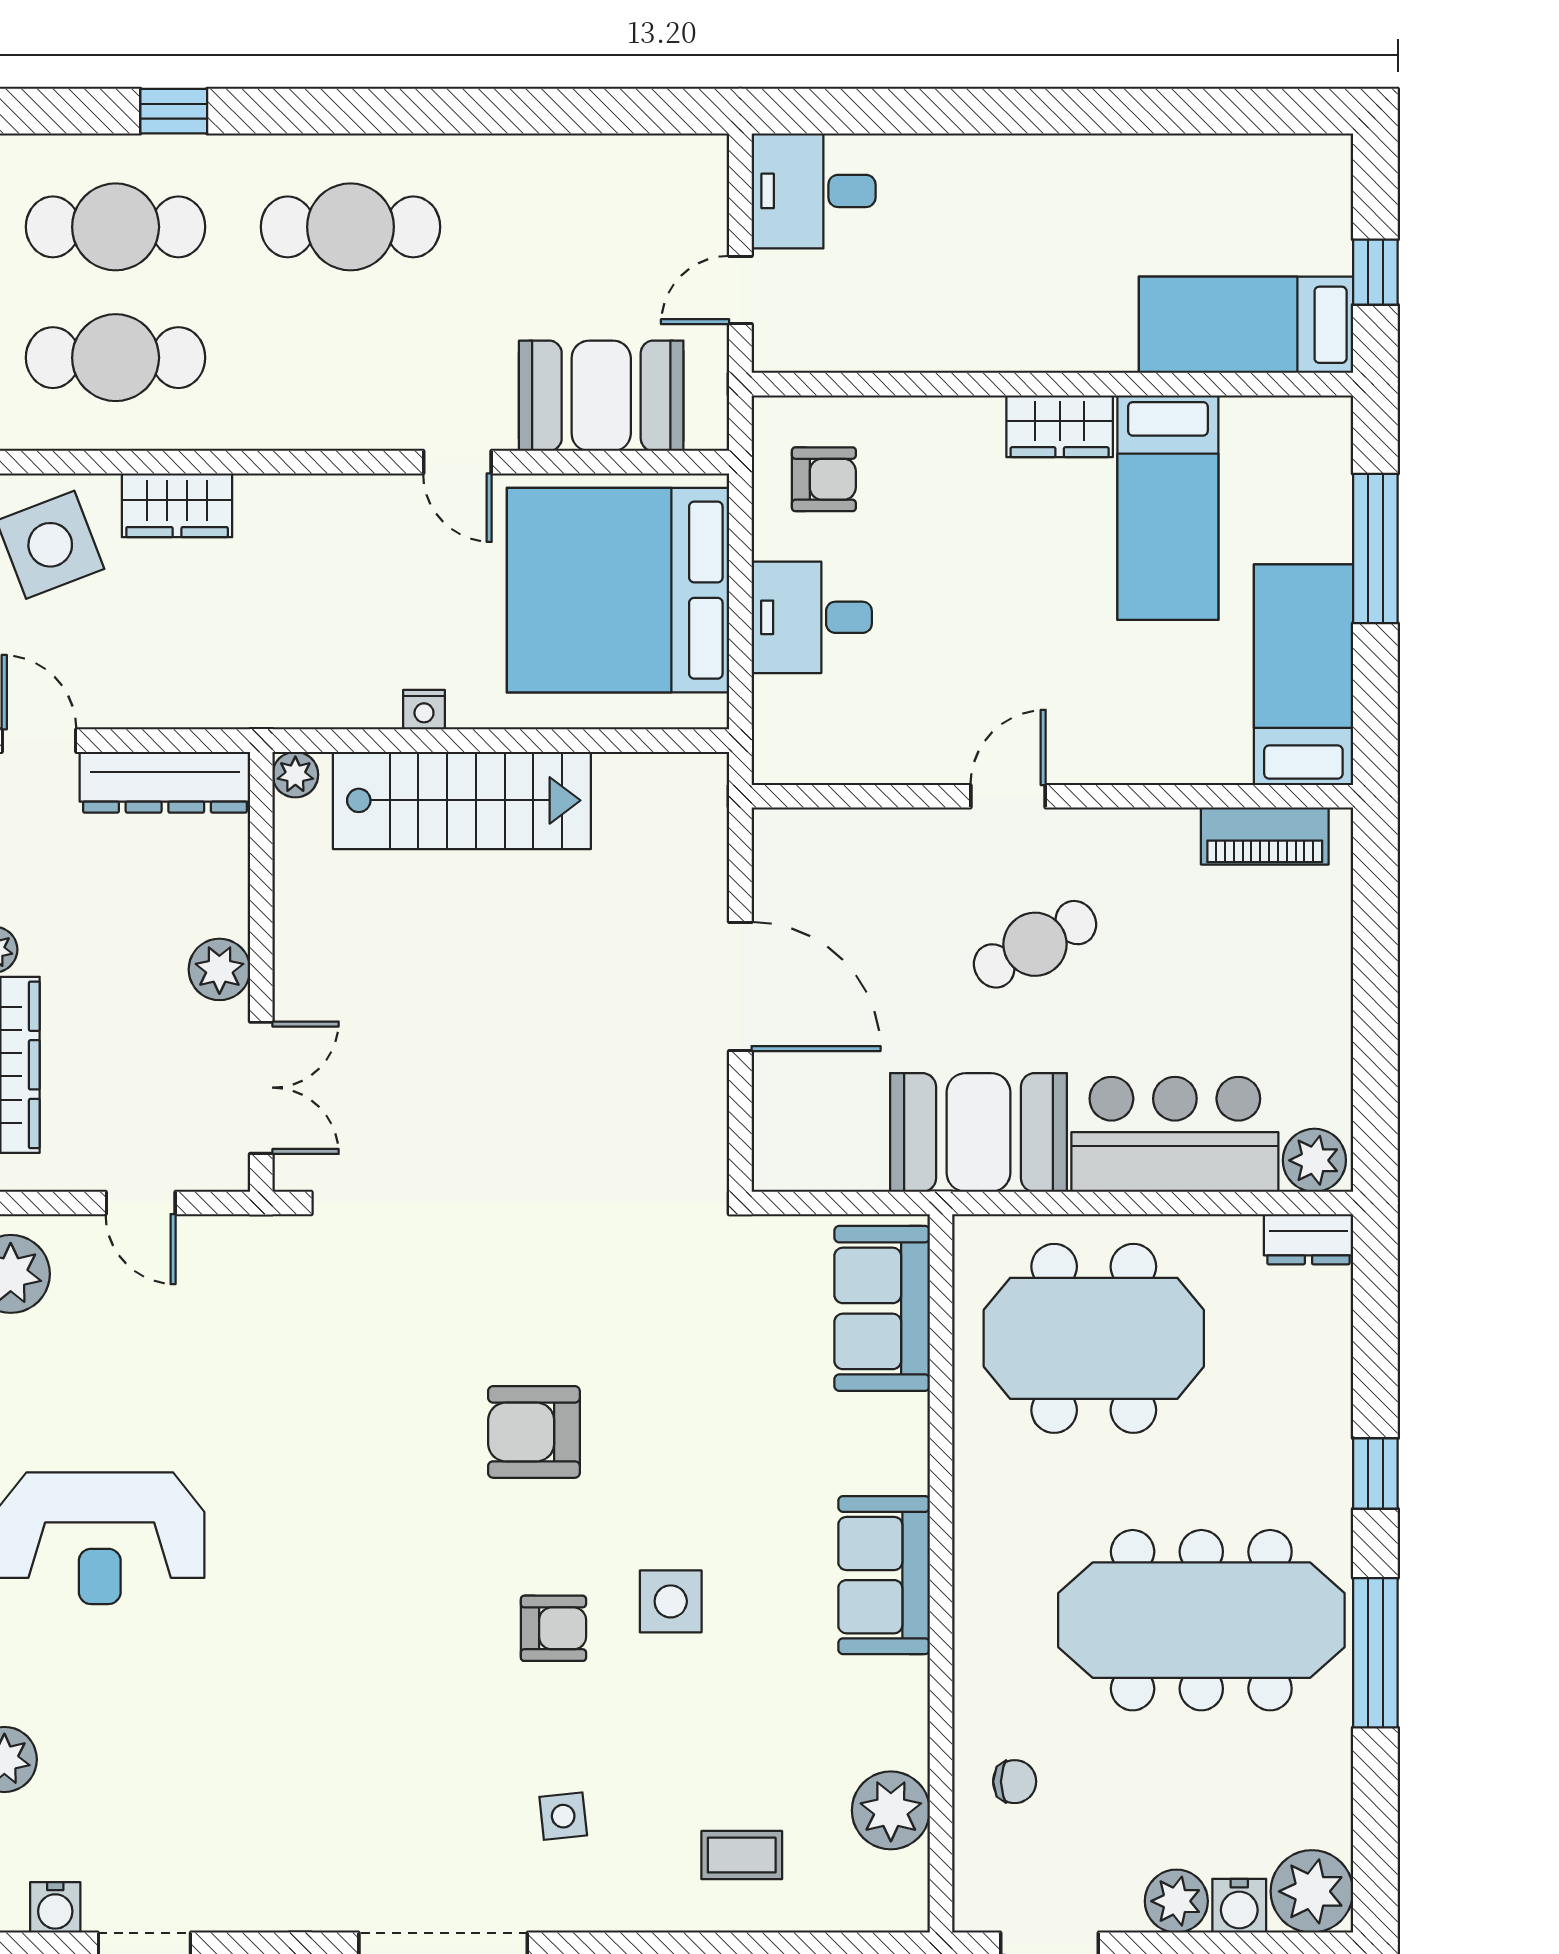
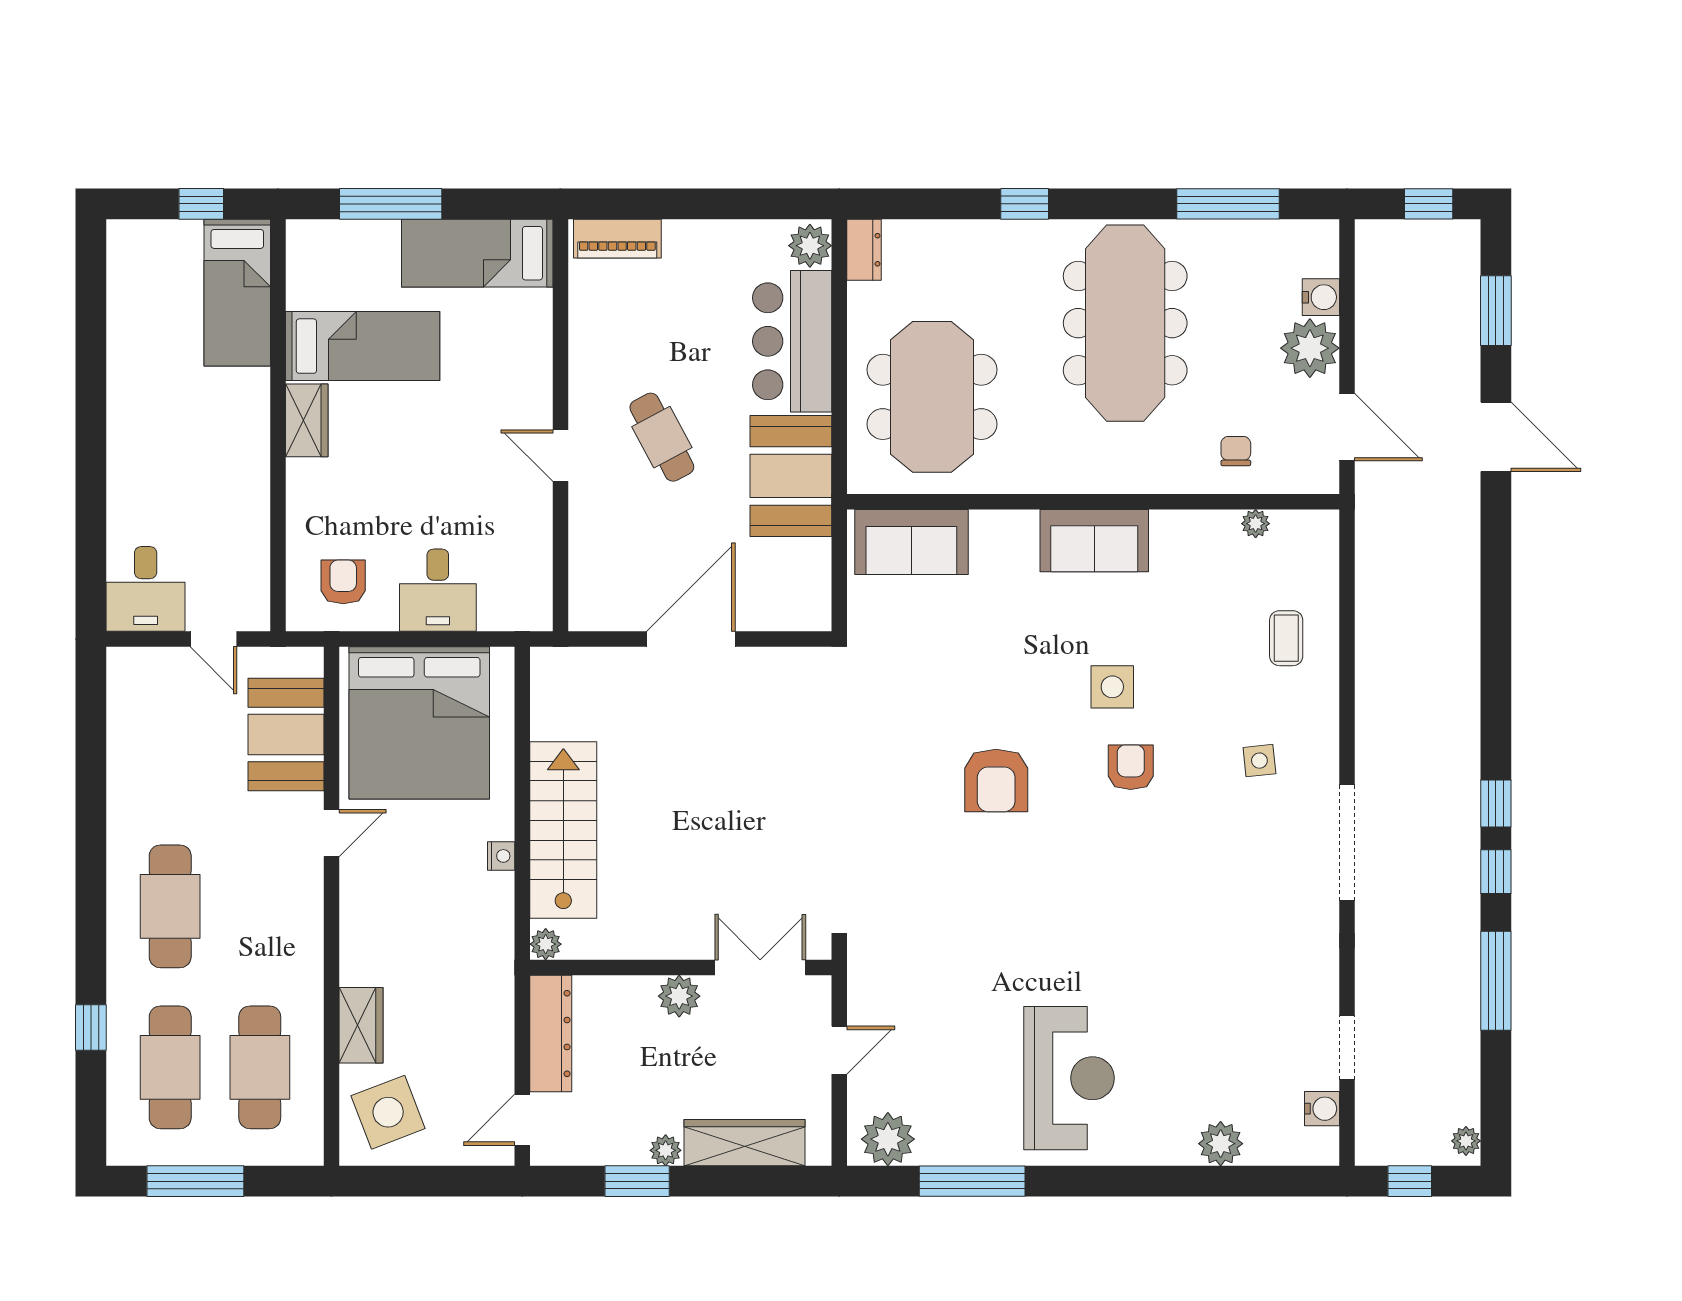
piano: (1265, 836) -> (617, 239), moved, turned 90
window: (1375, 1653) -> (1228, 204), moved
plant: (891, 1810) -> (1256, 524), width x0.53, depth x0.53
plant: (1312, 1891) -> (1311, 247), removed
plant: (1176, 1901) -> (1310, 348), width x1.36, depth x1.36

